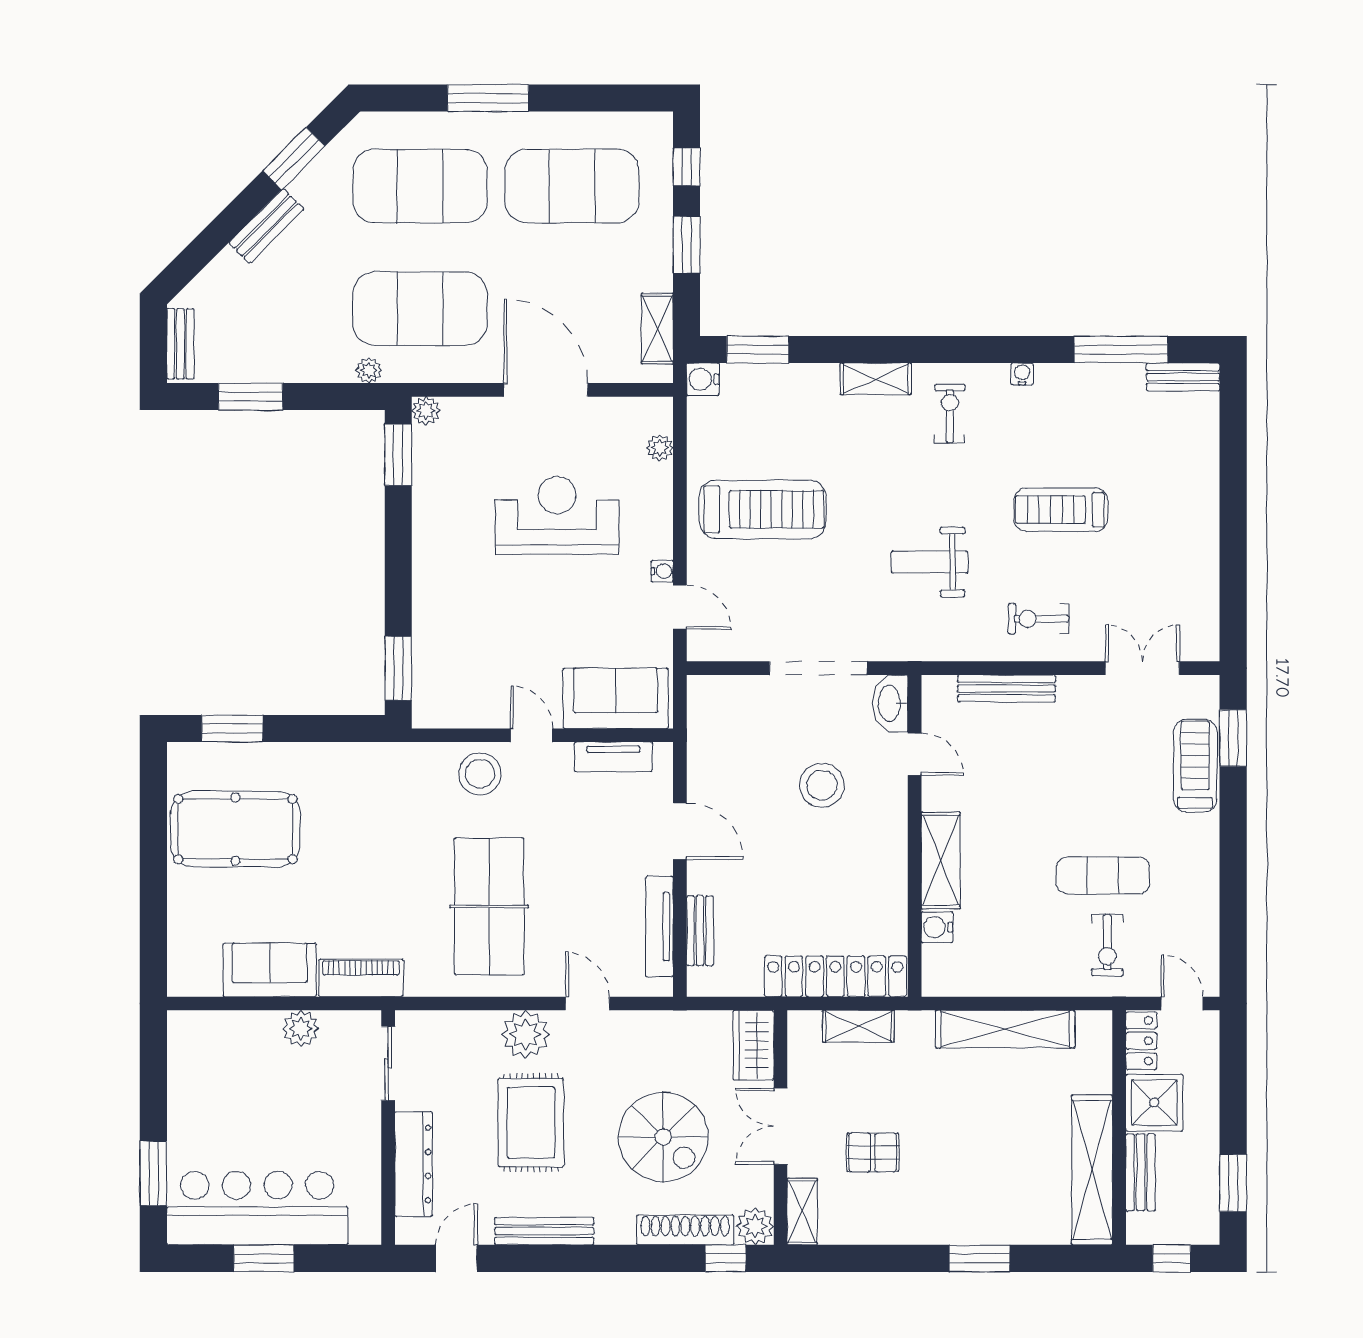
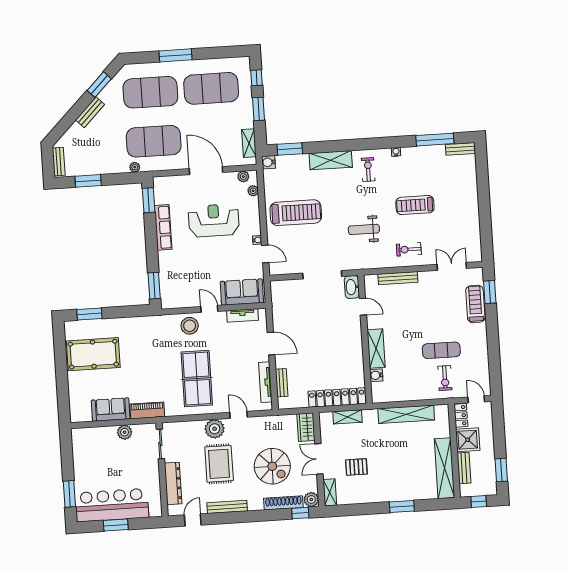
shelving: (876, 379) -> (331, 160), width x1.50, depth x1.33
plant: (426, 411) -> (243, 177), moved
row of seats: (430, 525) -> (163, 227), added
stool: (822, 785) -> (327, 321), removed

